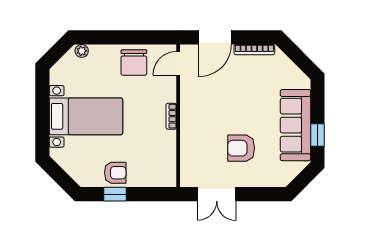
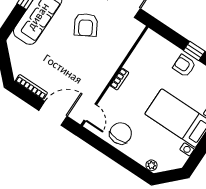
door: (178, 63) -> (90, 112), hinge flipped
armchair: (241, 148) -> (86, 25), turned 60

